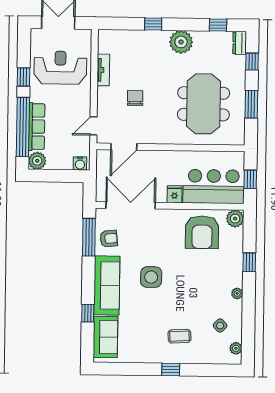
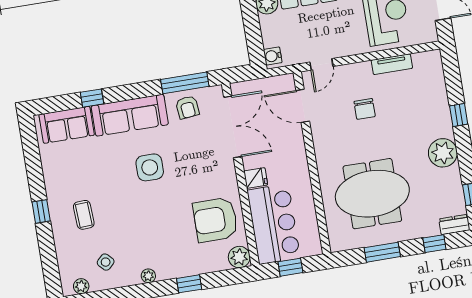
chair: (135, 98) -> (365, 109), turned 90
door: (93, 126) -> (321, 64), swing flipped

